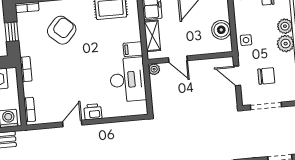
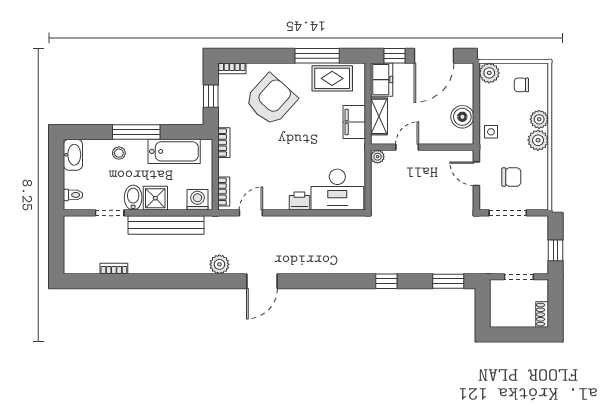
armchair: (62, 30) -> (271, 100), width x1.36, depth x1.36
filing cabinet: (133, 49) -> (354, 122), width x2.00
door: (178, 59) -> (407, 147), swing flipped
desk: (128, 80) -> (337, 190), moved, turned 90
door: (72, 124) -> (251, 213), moved

